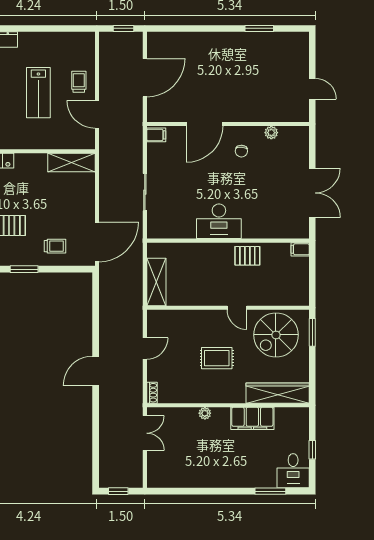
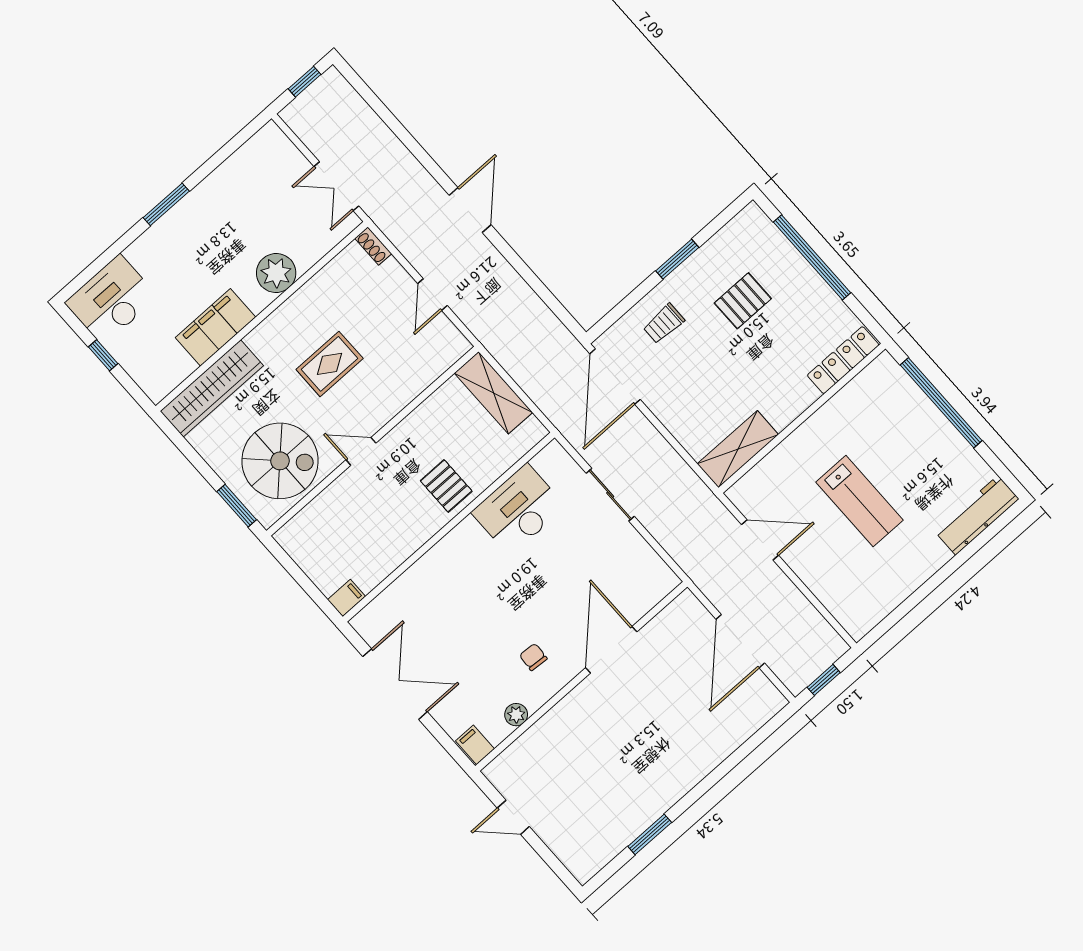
trolley: (79, 82) -> (820, 561), removed
lab bench: (38, 93) -> (860, 501), turned 180
filing cabinet: (156, 135) -> (475, 745), moved, turned 90
double door: (312, 193) -> (395, 684), swing flipped
desk: (219, 221) -> (518, 509), moved
pallet: (247, 256) -> (446, 486), moved, turned 90
spiral stairs: (276, 335) -> (280, 461), turned 90
plant: (205, 413) -> (276, 273), width x1.87, depth x1.87
desk: (293, 471) -> (111, 300), width x1.37
window: (270, 491) -> (166, 204), moved

